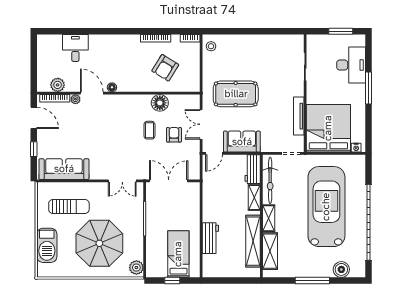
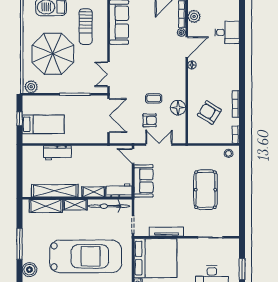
pool table: (236, 94) -> (205, 190), moved

